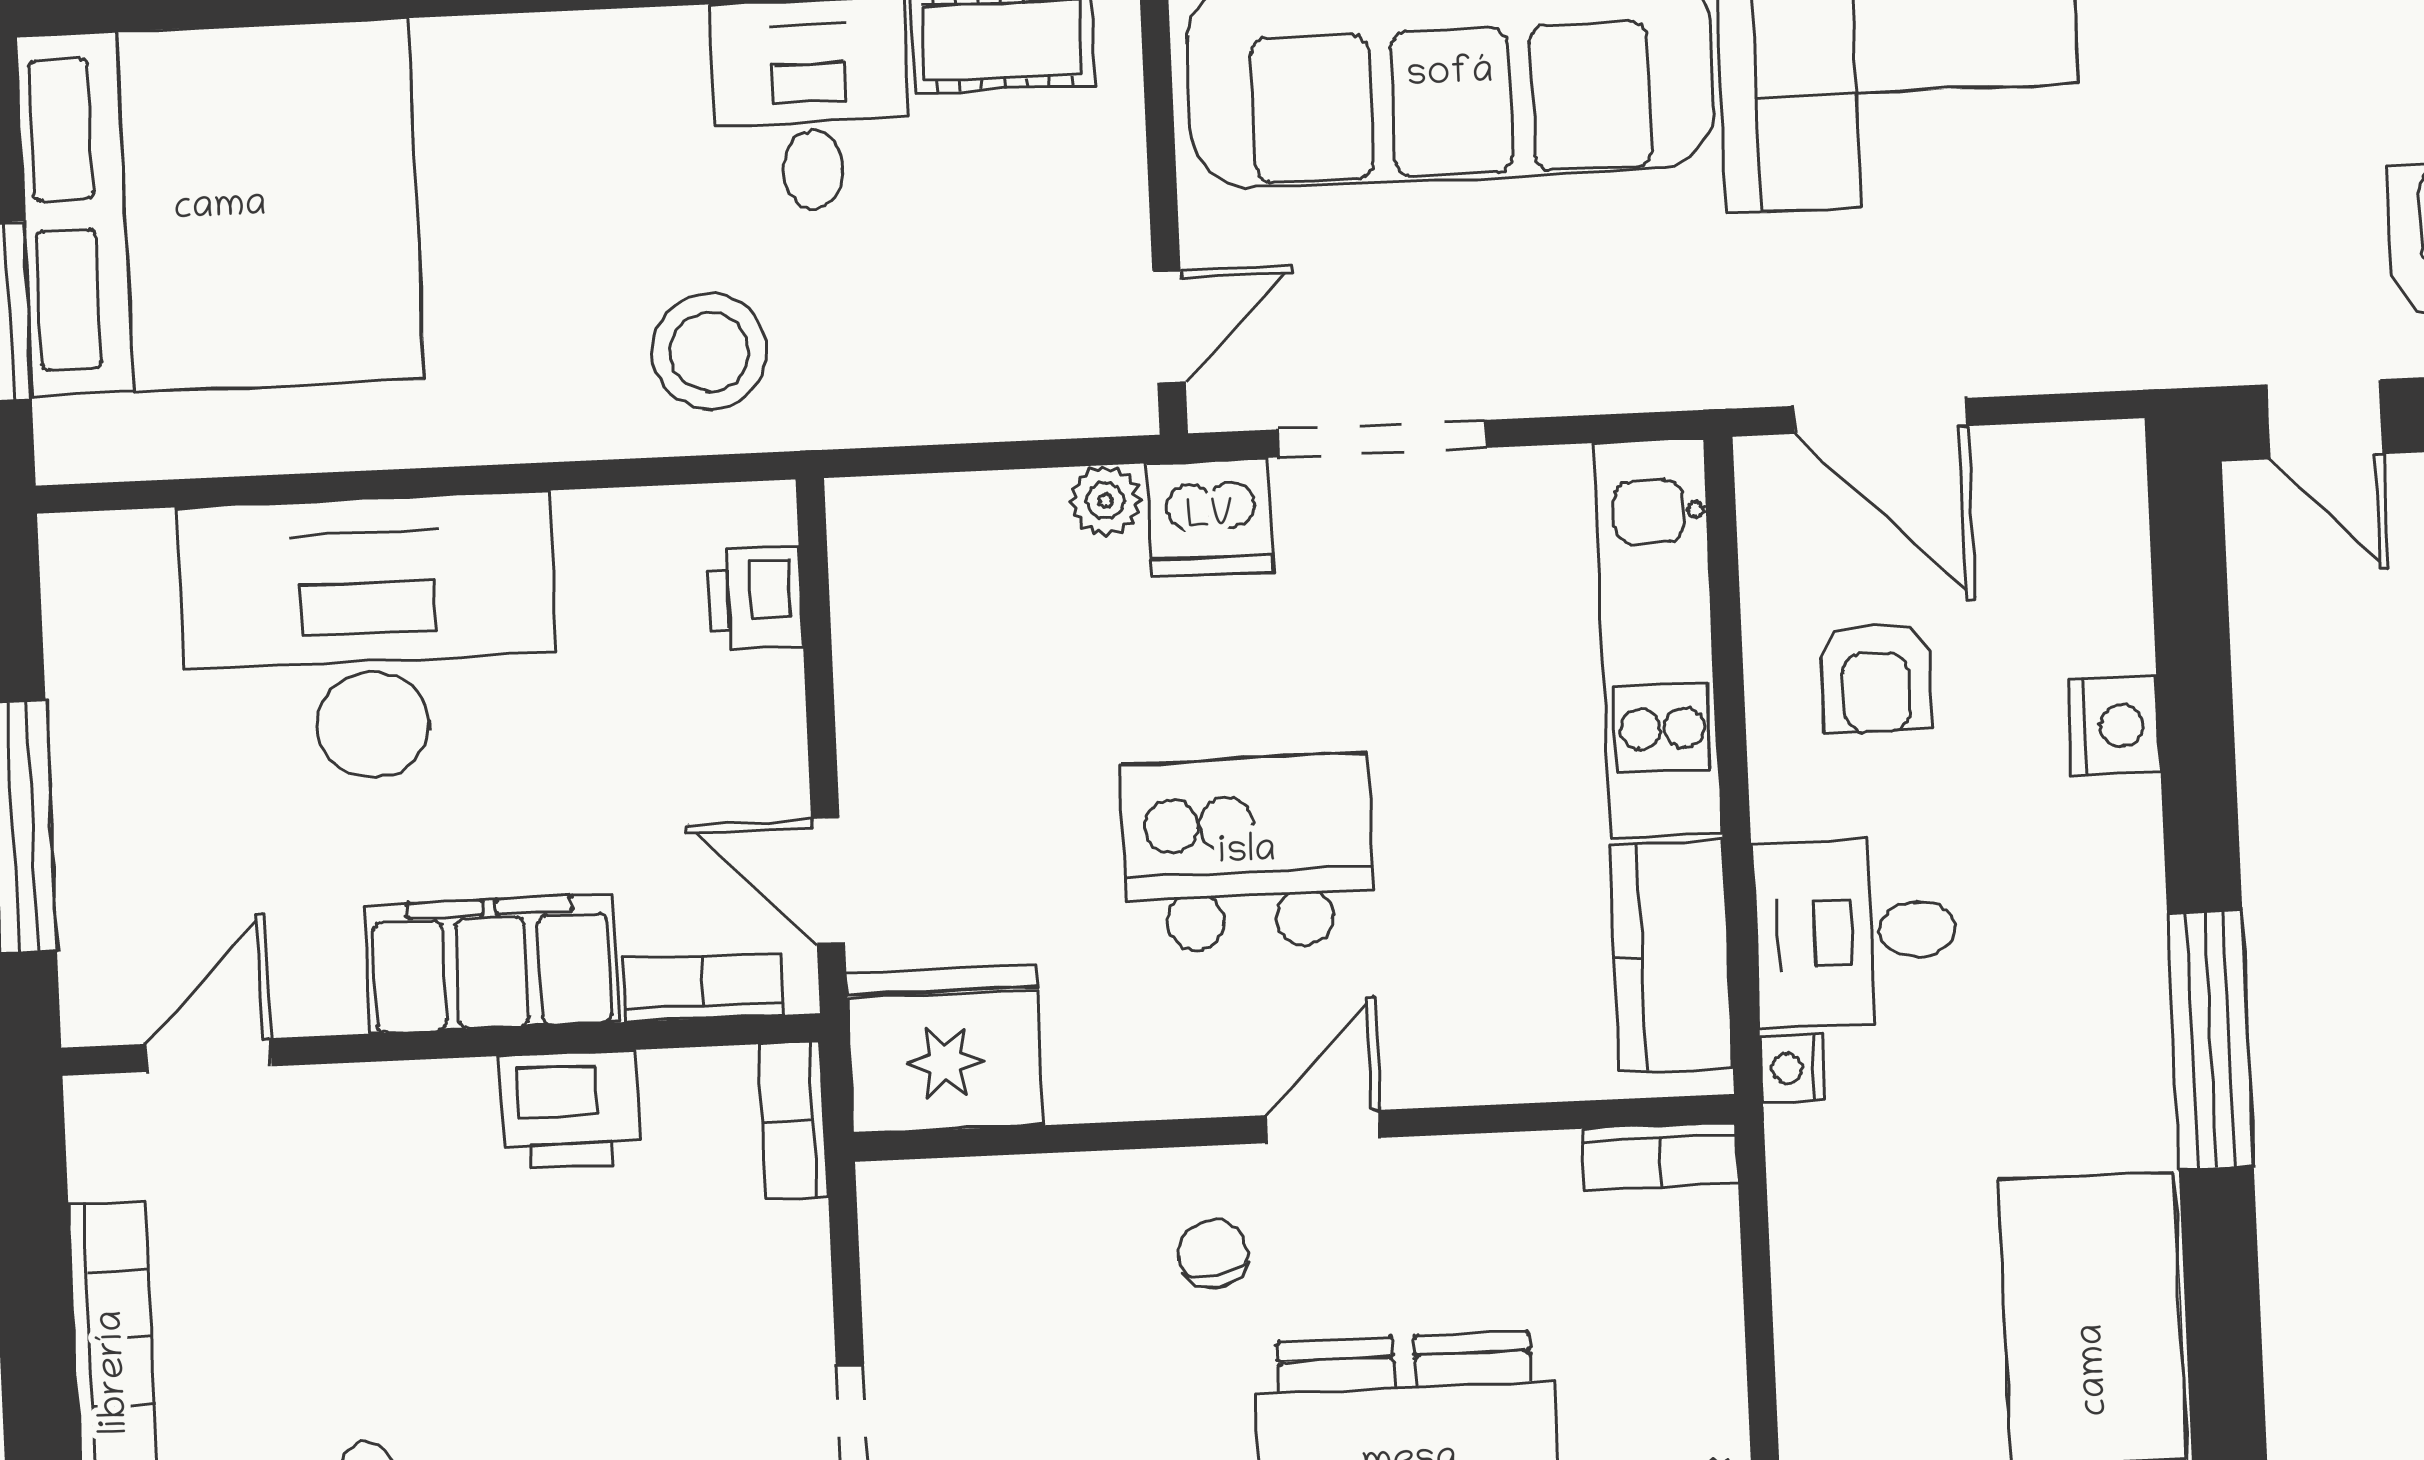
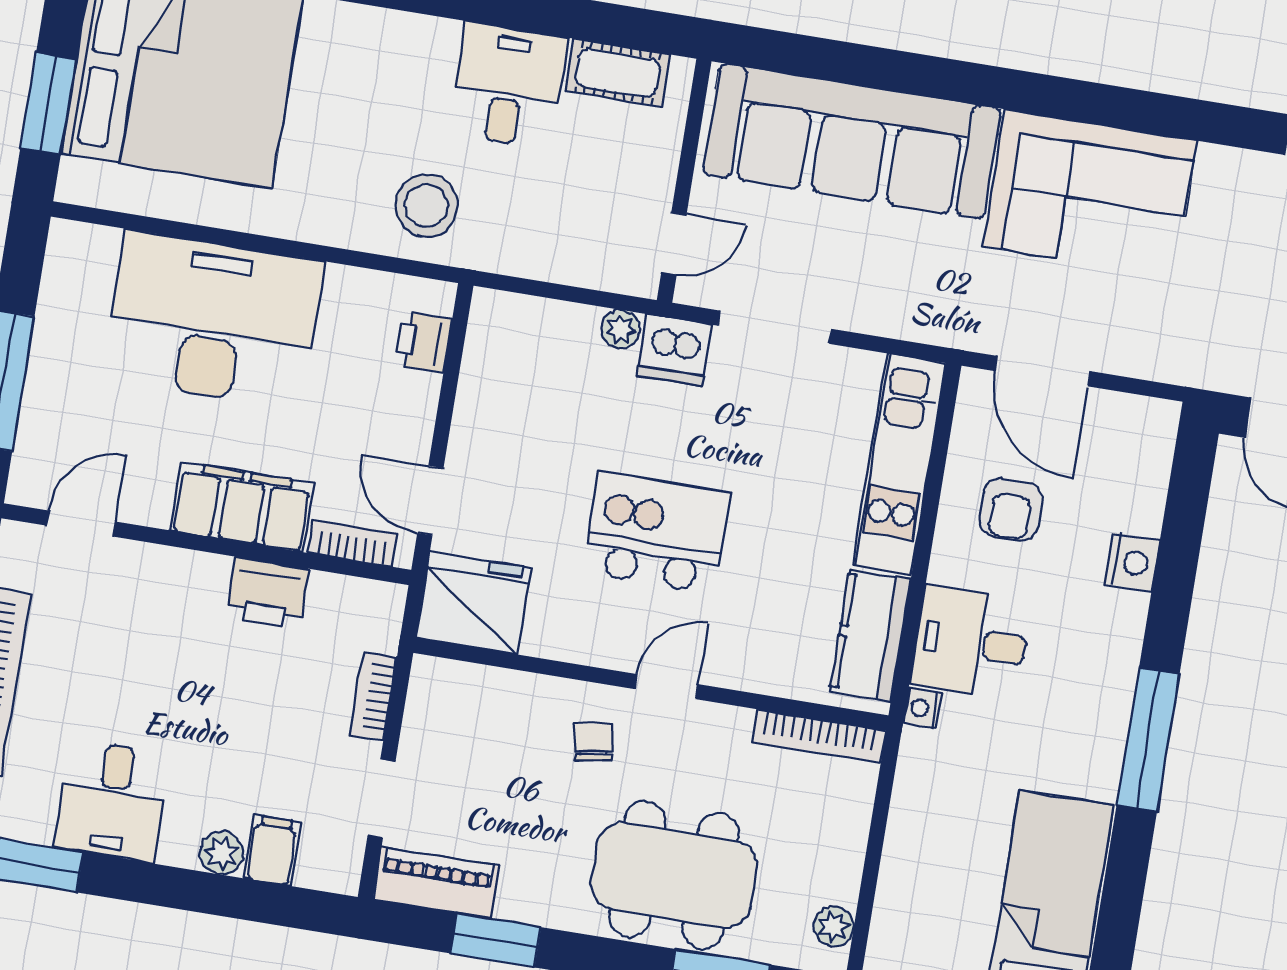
bookcase: (794, 1121) -> (373, 696), moved
bookcase: (1660, 1156) -> (819, 736), width x1.56

